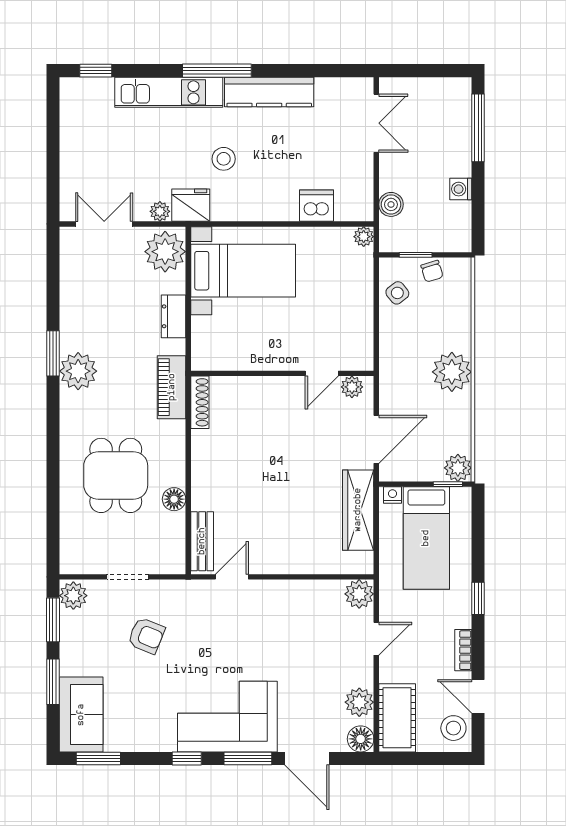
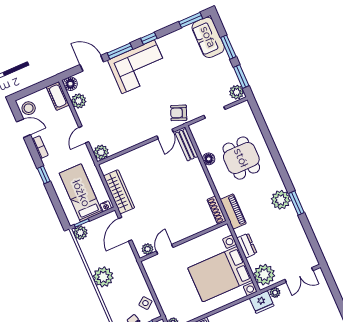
bed with nightstands: (243, 271) -> (220, 274), width x1.36
armchair: (146, 636) -> (179, 113), moved
cot: (397, 718) -> (58, 96), width x0.73, depth x0.75

